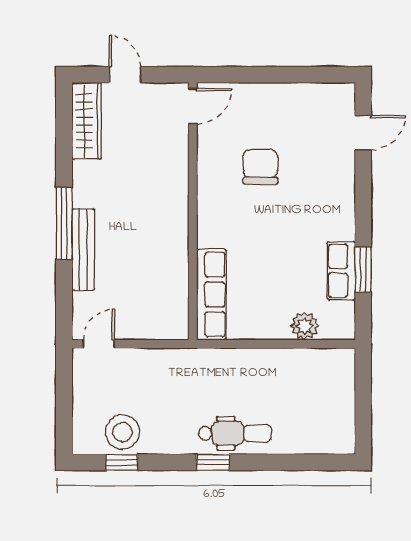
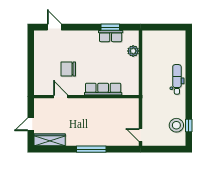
door: (193, 106) -> (61, 97), moved
bench: (83, 249) -> (102, 141), removed
row of seats: (211, 294) -> (103, 89), moved
window: (213, 462) -> (189, 88), removed

